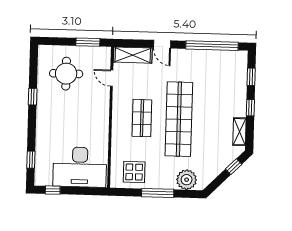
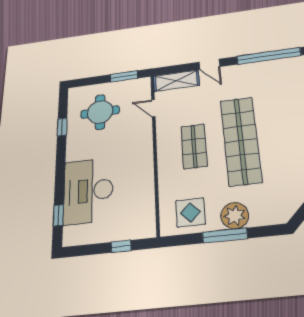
window: (33, 97) -> (62, 127), moved
desk: (80, 167) -> (88, 191), moved, turned 90
plant: (187, 180) -> (235, 216), moved
window: (53, 190) -> (121, 246), moved

